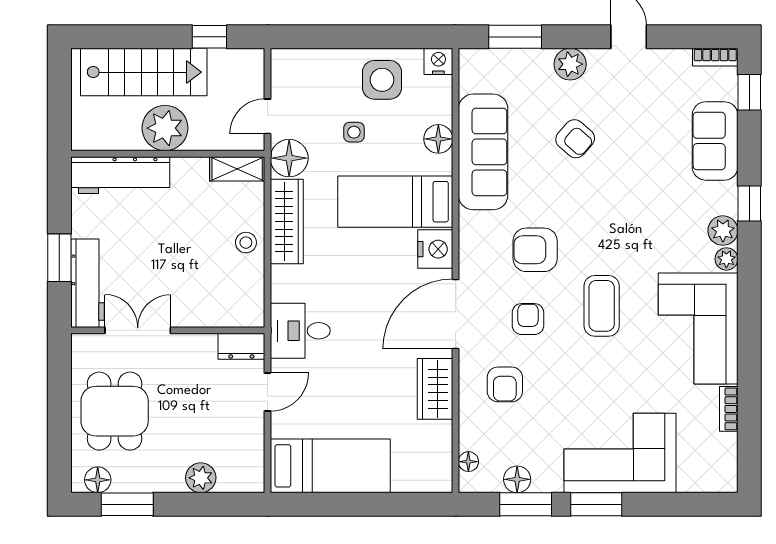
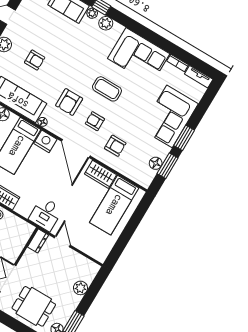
armchair: (575, 139) -> (35, 60), turned 49
plant: (726, 259) -> (92, 13), moved
floor lamp: (468, 462) -> (42, 122), moved
tv unit: (726, 463) -> (199, 77), added
bed: (330, 466) -> (114, 205), moved, turned 180

